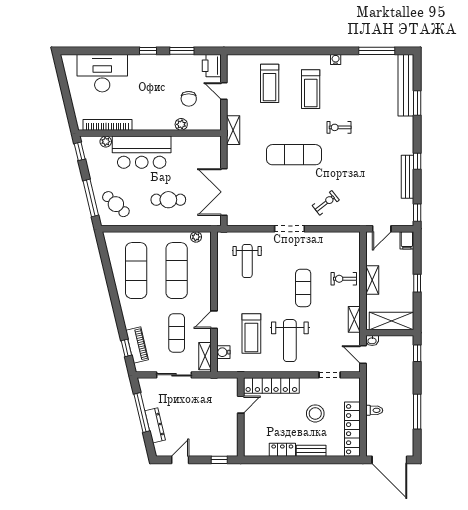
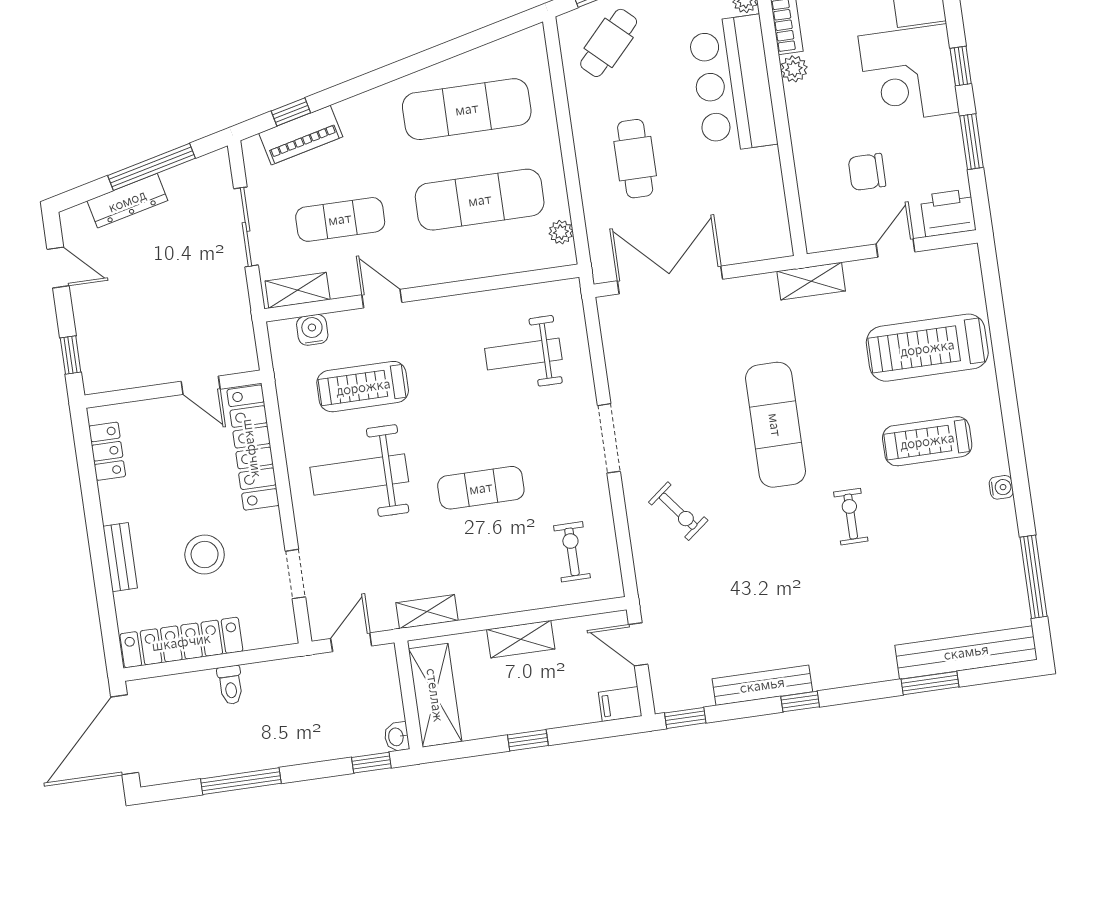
corner desk: (148, 74) -> (909, 74), added
treadmill: (270, 83) -> (927, 348), width x1.37, depth x1.38
plant: (181, 124) -> (794, 69), moved
exercise bike: (344, 279) -> (572, 552), moved
washbasin: (372, 341) -> (397, 737), moved
locker: (282, 450) -> (107, 451), moved

